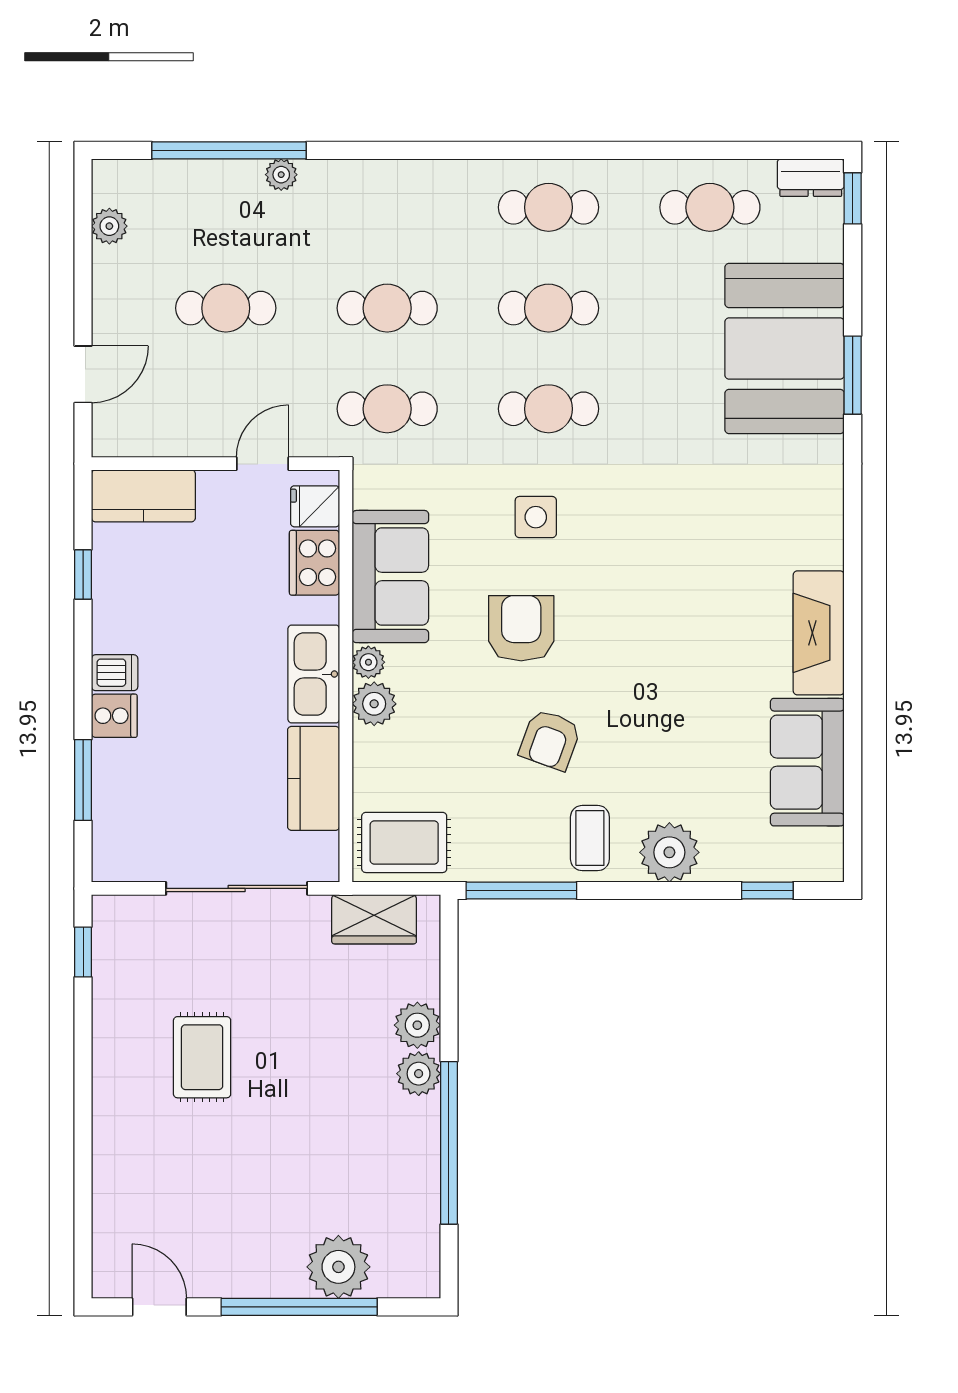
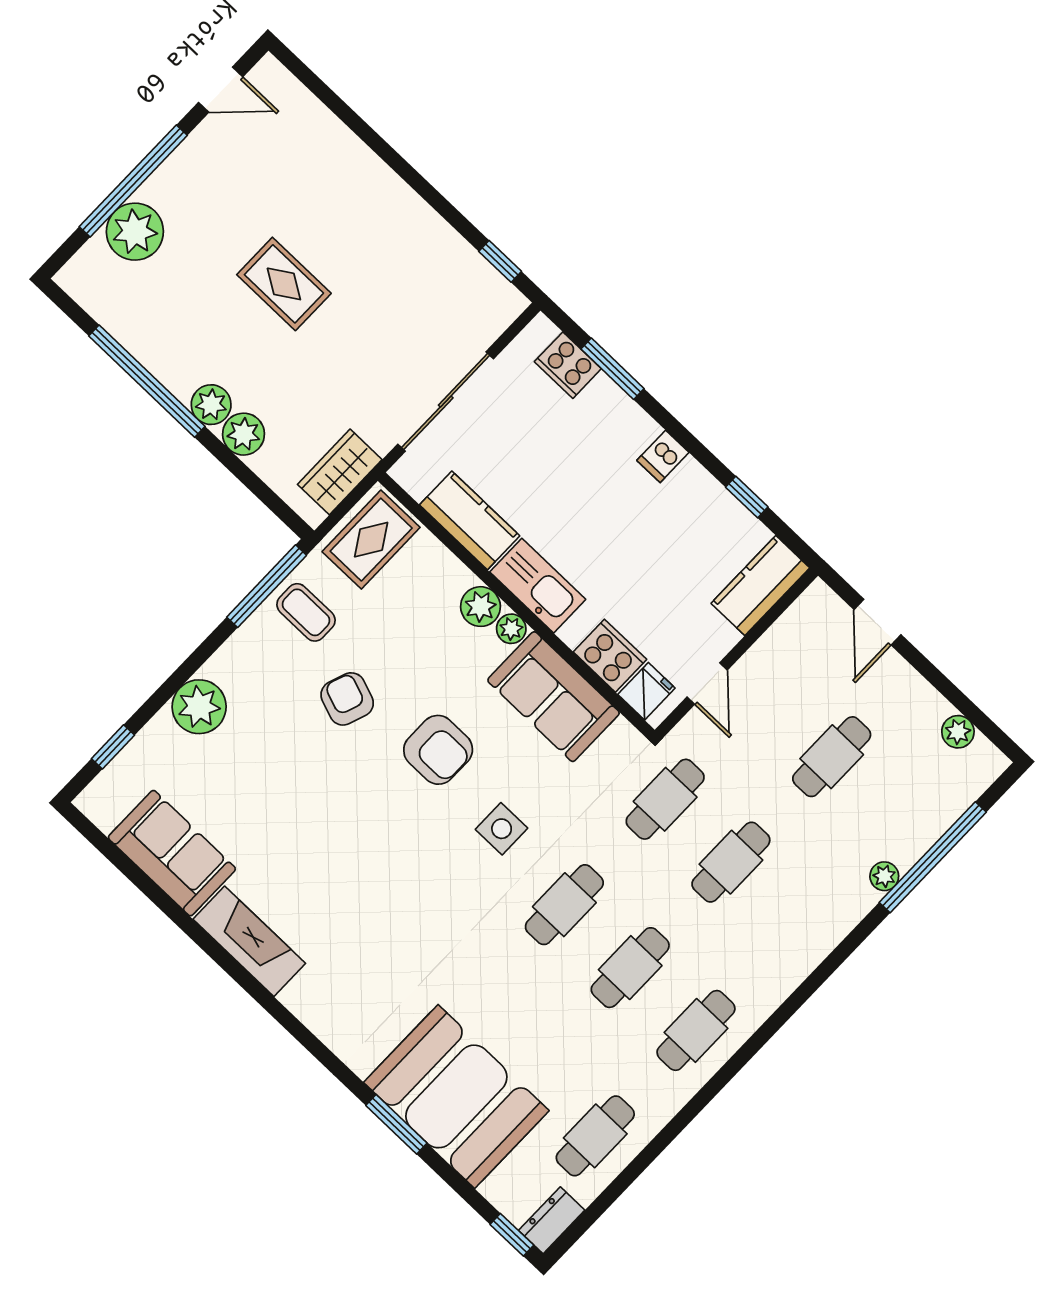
cooker: (114, 716) -> (568, 365), moved, width x1.36
coffee table: (590, 838) -> (306, 612), moved
rug: (202, 1057) -> (284, 284), moved

